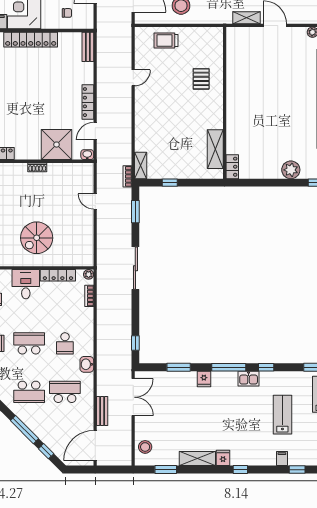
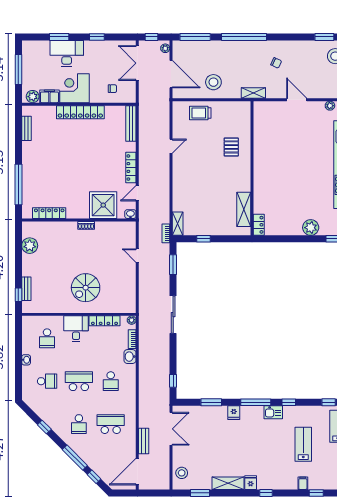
shelving: (247, 18) -> (253, 93), moved
bench: (88, 47) -> (131, 123), width x1.36
washbasin: (87, 364) -> (130, 357), moved
school desk: (29, 392) -> (79, 424), width x0.54

